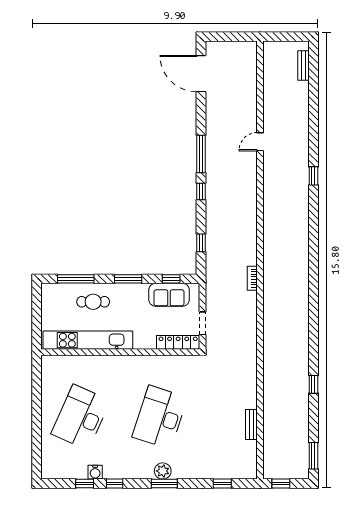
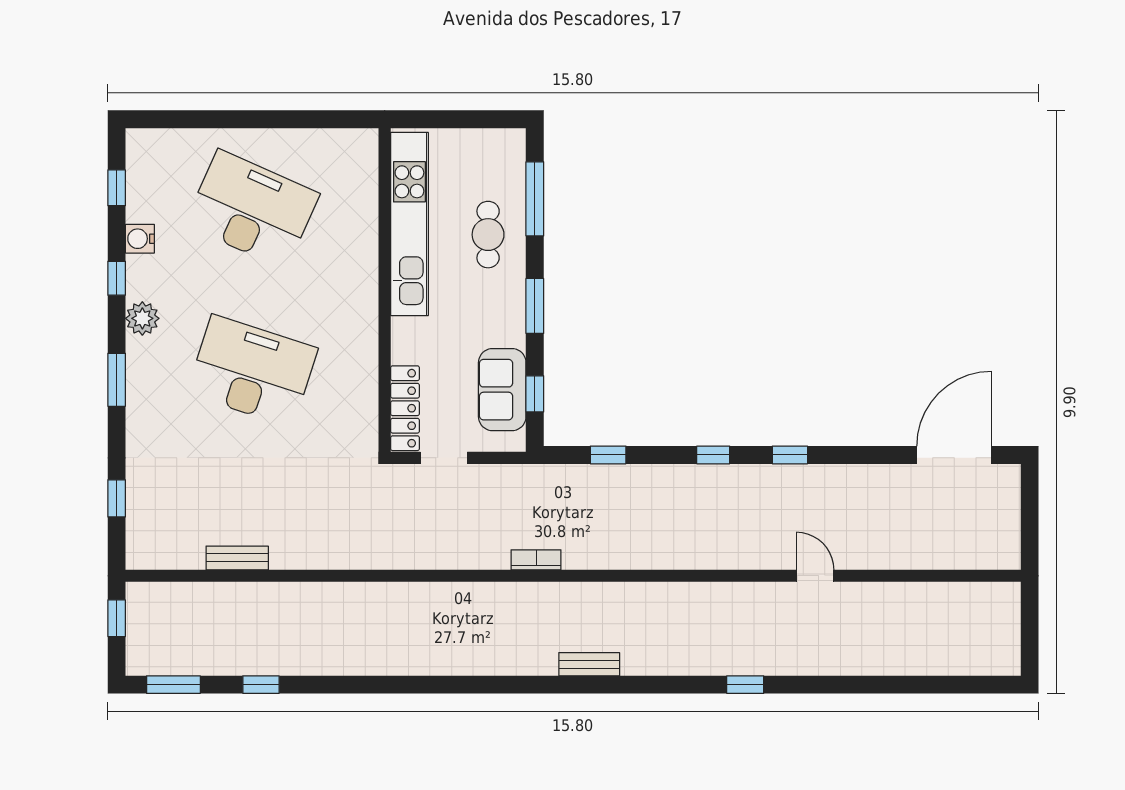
bench: (303, 65) -> (589, 664), moved
window: (201, 154) -> (790, 455), width x0.46
window: (313, 384) -> (261, 685), moved
plant: (163, 471) -> (142, 318), moved
window: (85, 484) -> (117, 188), moved

